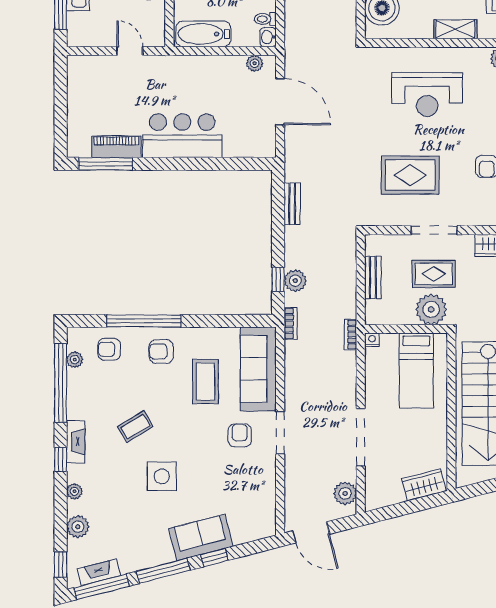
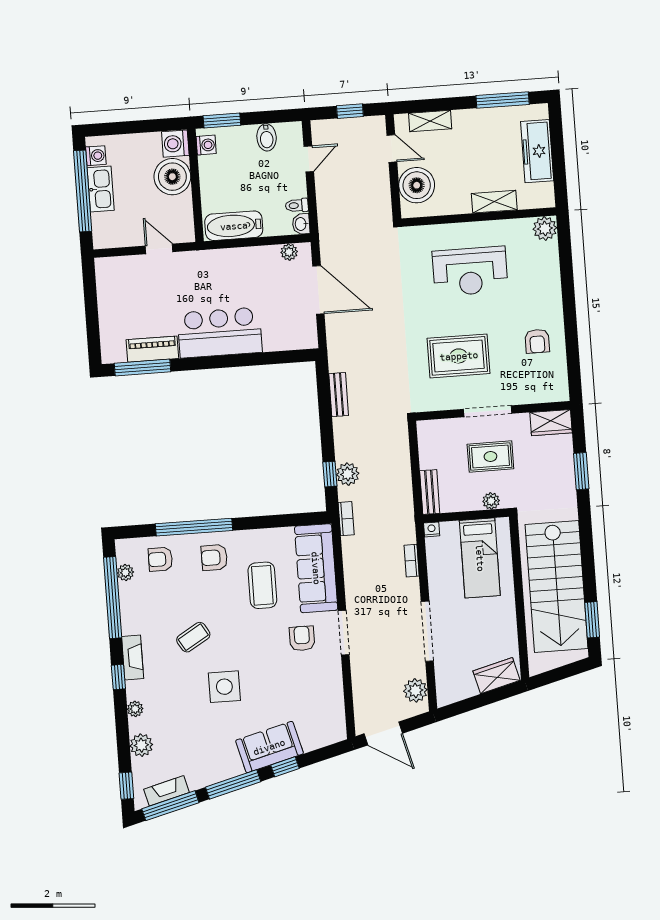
bench: (373, 278) -> (430, 492), moved
plant: (431, 309) -> (491, 501), width x0.53, depth x0.53
bookcase: (351, 335) -> (412, 561), moved

